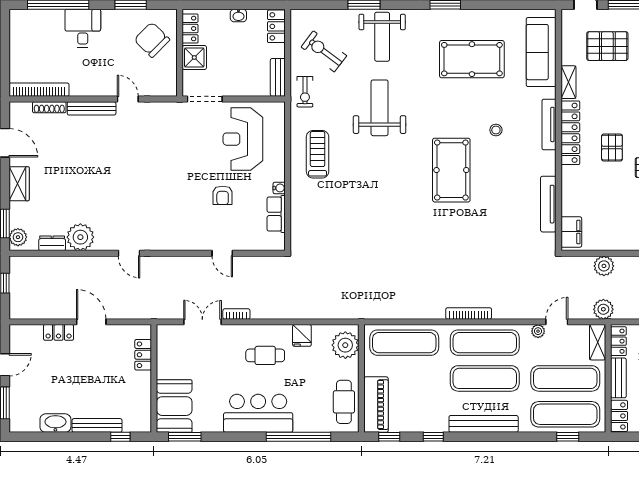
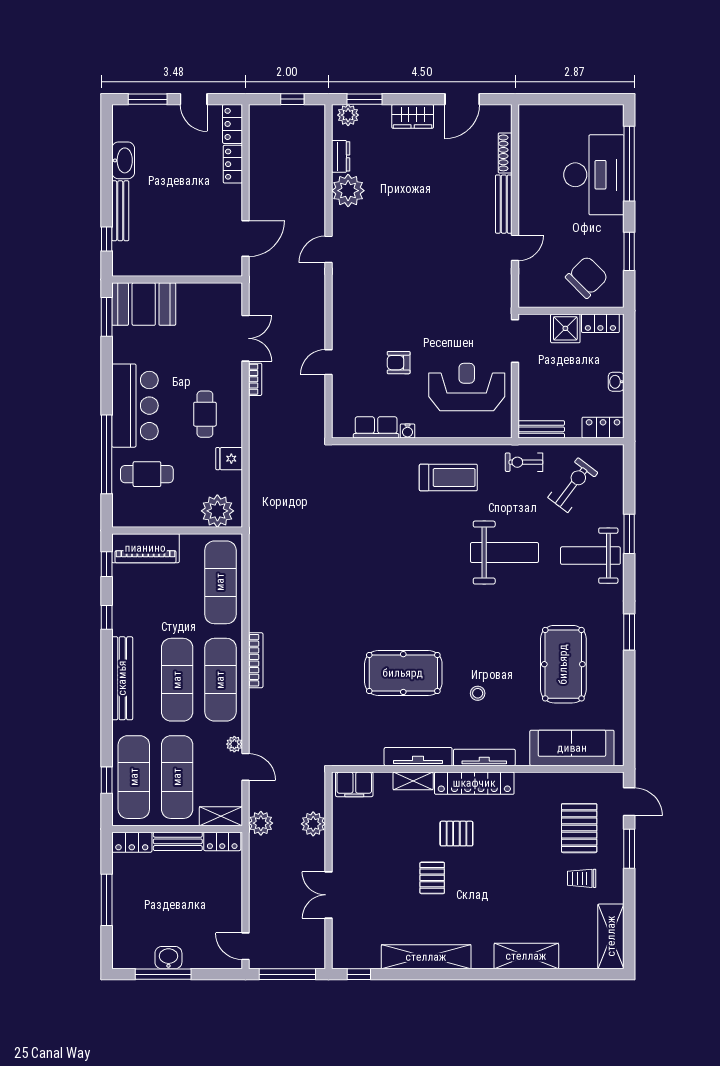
desk: (83, 28) -> (594, 175), width x1.87, depth x1.30
shelving: (568, 82) -> (413, 781), moved
bookcase: (39, 90) -> (526, 141), removed
pool table: (451, 170) -> (403, 673), moved
tv unit: (548, 204) -> (418, 757), moved
door: (91, 322) -> (246, 239), moved
locker: (143, 355) -> (233, 124), moved, turned -90
cafe table: (344, 402) -> (147, 474), moved

